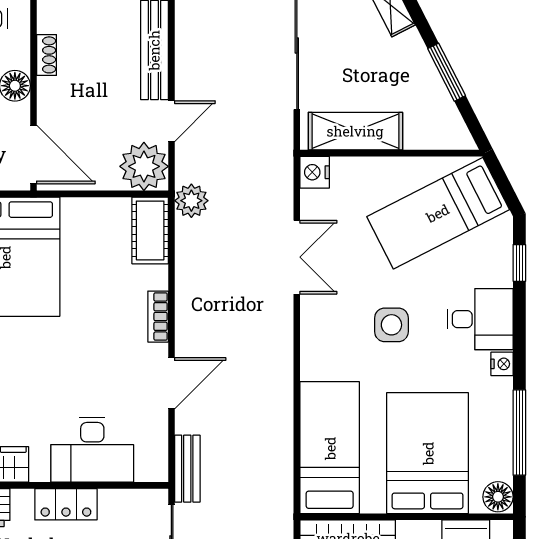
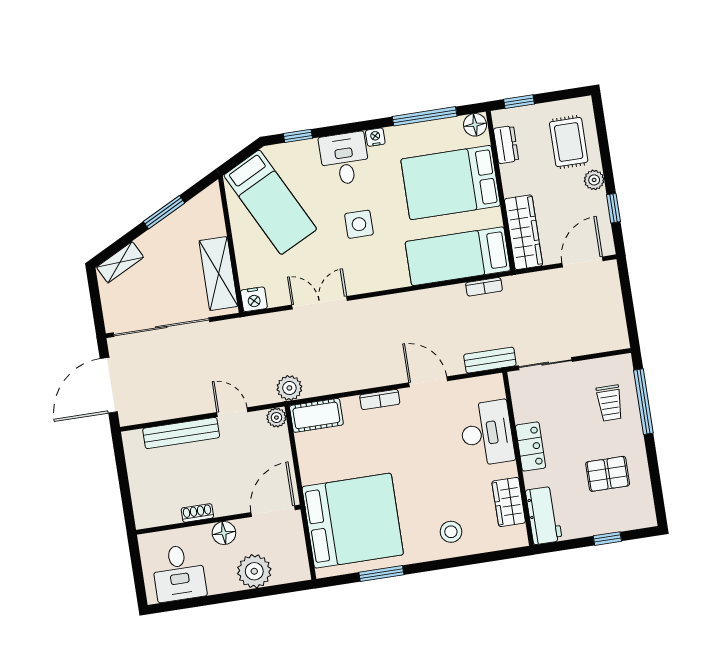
plant: (144, 166) -> (276, 418), width x0.53, depth x0.53
bookcase: (284, 476) -> (484, 287), added

